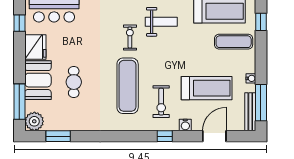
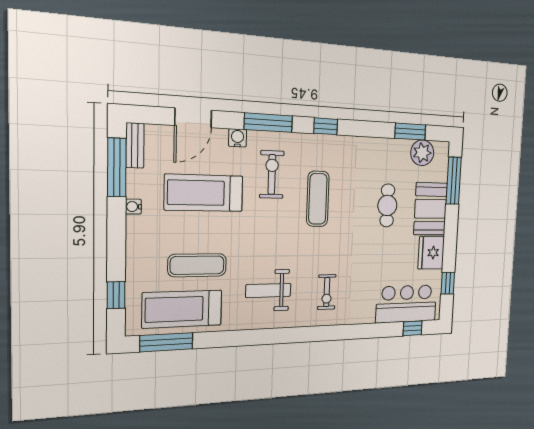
exercise bike: (130, 37) -> (327, 292), moved
exercise mat: (234, 42) -> (197, 265), moved
exercise mat: (128, 86) -> (318, 199), width x0.73, depth x0.69
bench: (250, 112) -> (135, 146), width x0.73
plant: (34, 121) -> (422, 153), moved
window: (124, 136) -> (326, 126), added
window: (165, 136) -> (268, 123), width x2.17

